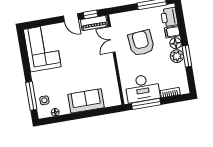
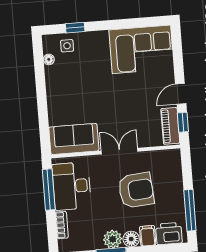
double door: (112, 40) -> (120, 151), moved
window: (31, 96) -> (75, 28), width x0.46
sofa: (86, 101) -> (74, 139), moved, turned -90

